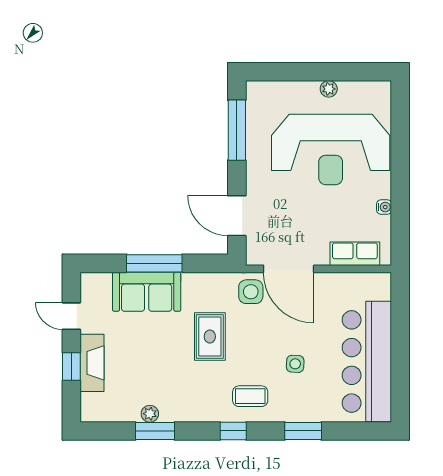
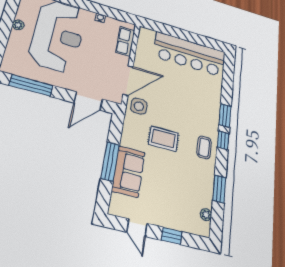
door: (71, 316) -> (137, 228), hinge flipped
fireplace: (92, 363) -> (171, 221), removed
side table: (295, 364) -> (186, 93), removed
coffee table: (250, 396) -> (204, 147), moved
plant: (150, 414) -> (206, 215), moved
window: (303, 431) -> (225, 115), moved

